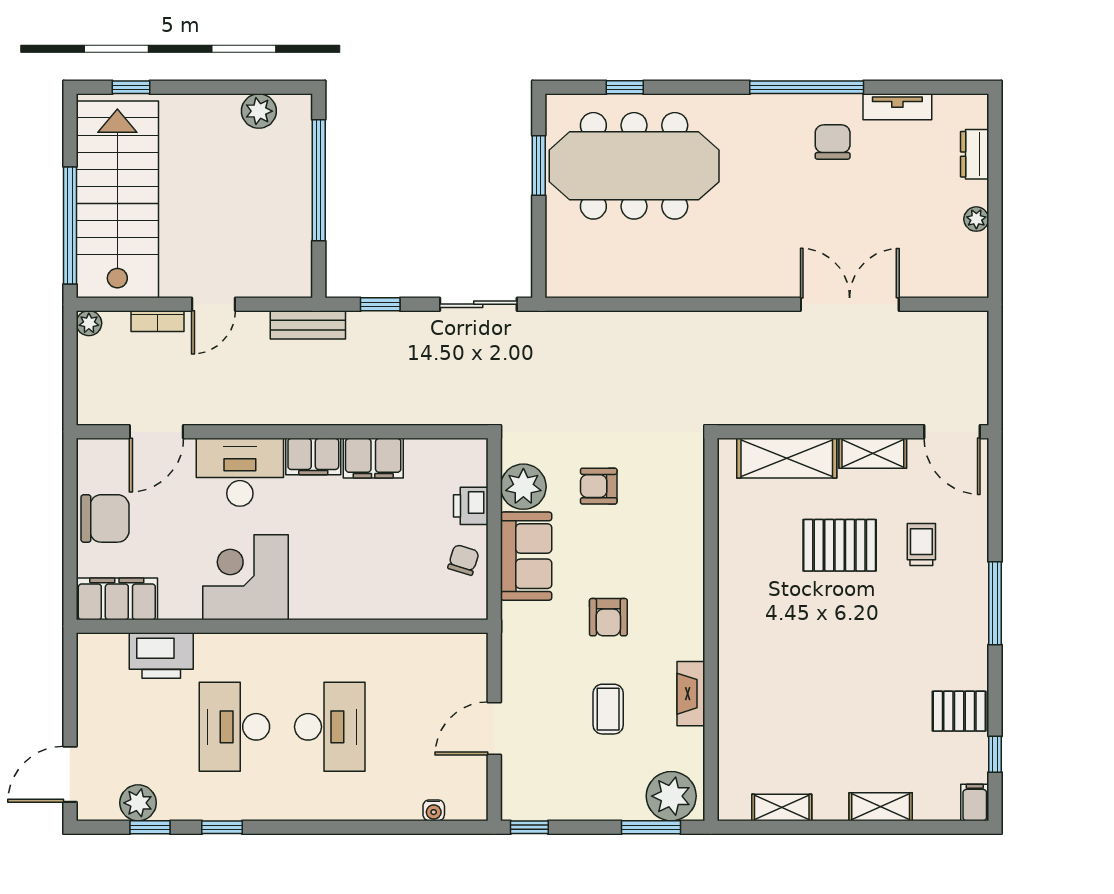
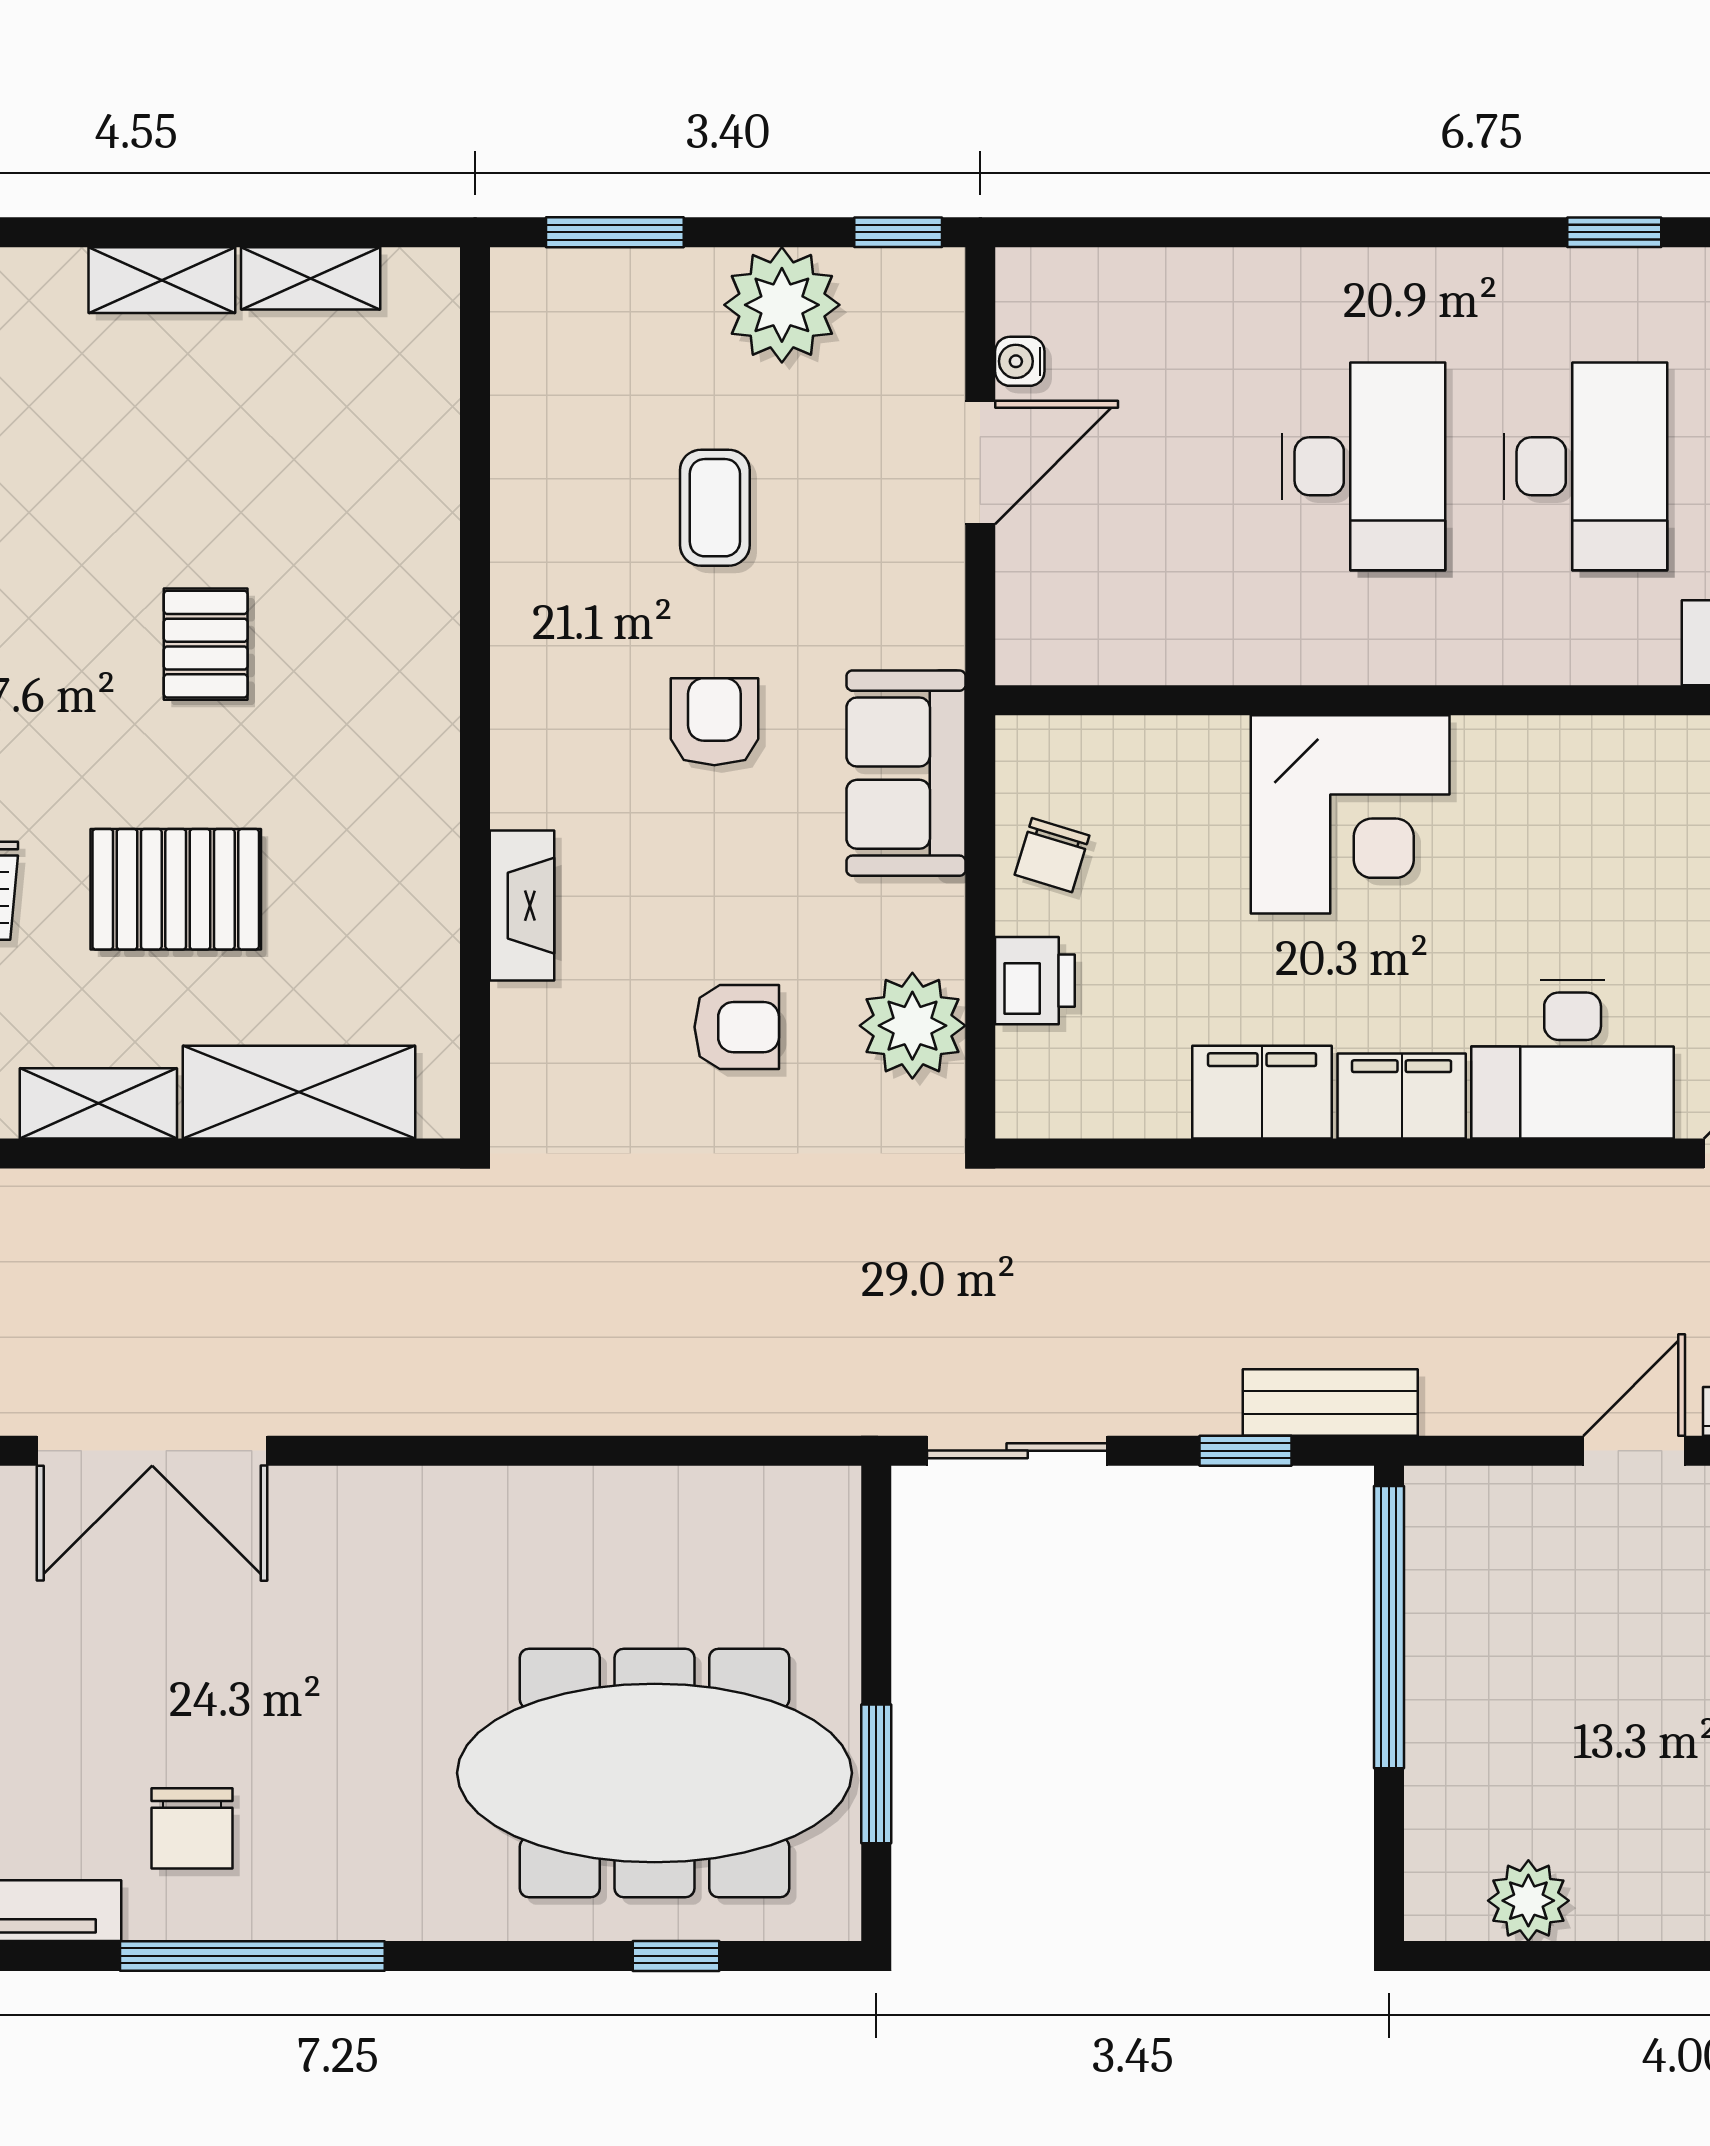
window: (319, 180) -> (1389, 1627), moved
bench: (308, 325) -> (1330, 1402), moved
sofa: (526, 556) -> (906, 773), moved
corner desk: (246, 577) -> (1350, 814), moved
pallet: (827, 650) -> (206, 644), added
fireplace: (691, 694) -> (522, 906), moved
desk: (330, 727) -> (1363, 466), turned 180
plant: (671, 796) -> (782, 305), moved
shelving: (881, 807) -> (162, 280), moved
water cooler: (434, 810) -> (1020, 361), moved, turned -90

